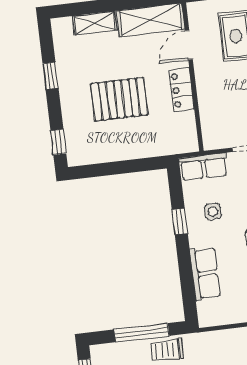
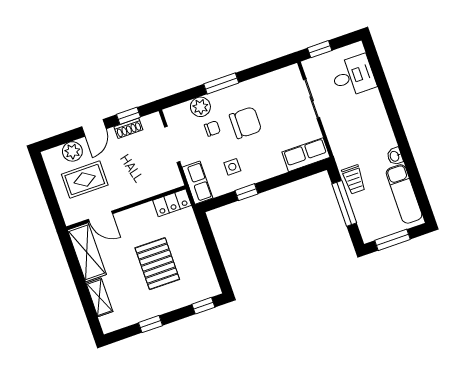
locker: (181, 90) -> (172, 203), moved
row of seats: (205, 274) -> (306, 155), moved

